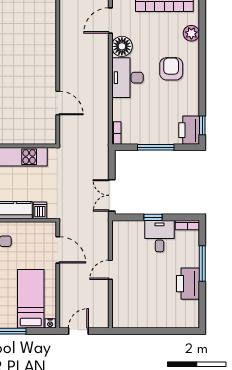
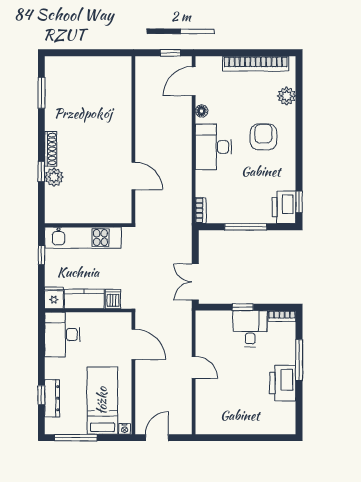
floor lamp: (122, 46) -> (202, 111), width x0.53, depth x0.53
door: (110, 270) -> (194, 367), swing flipped

